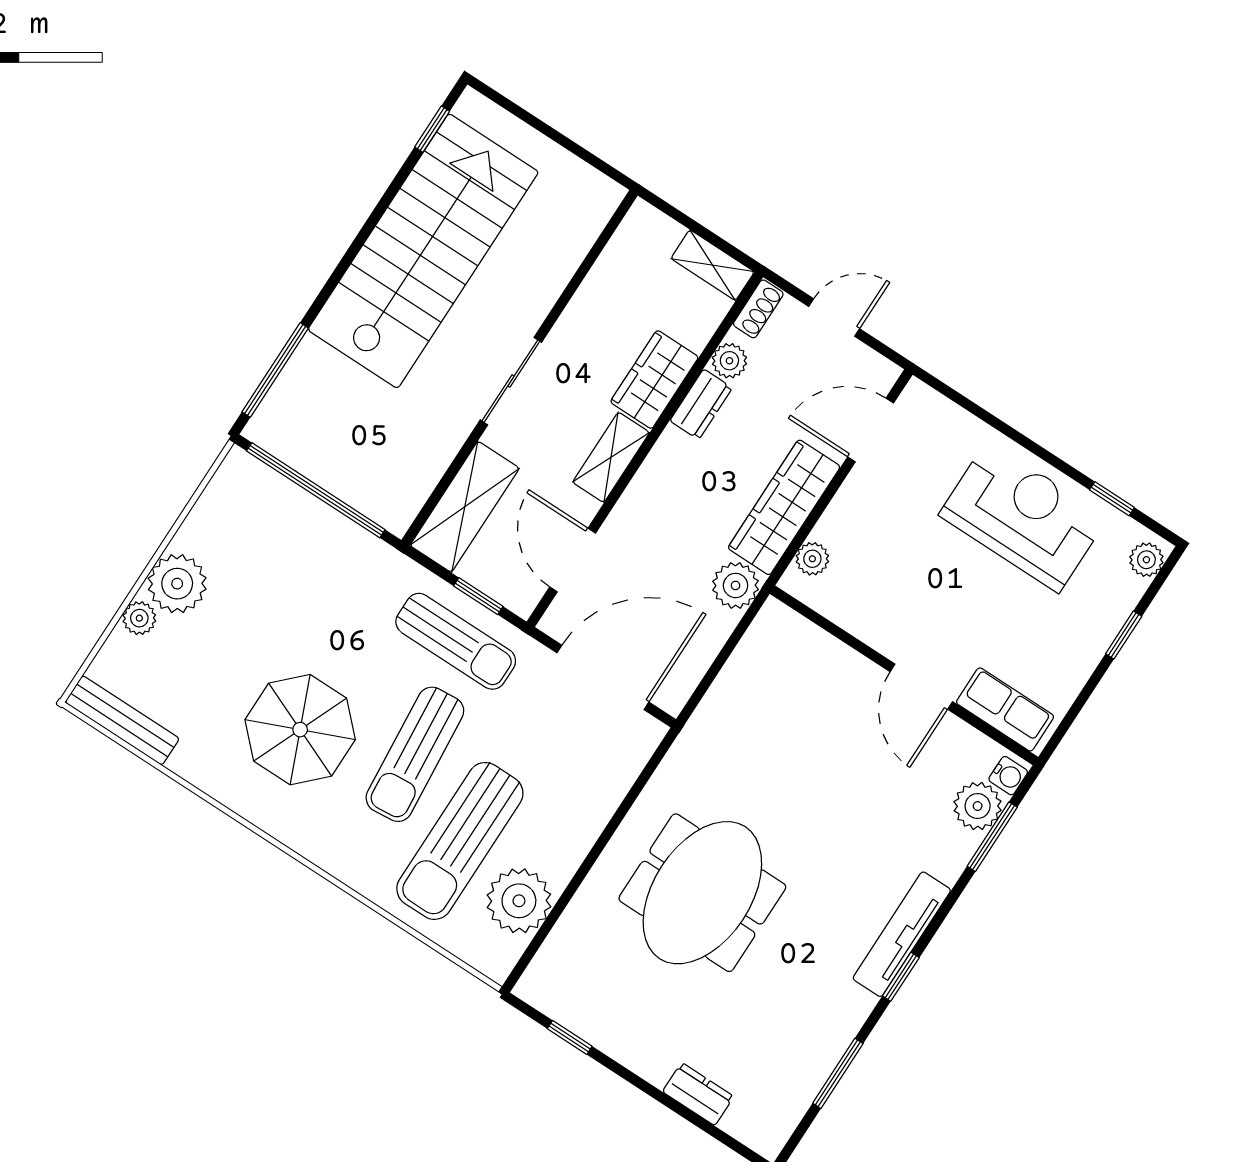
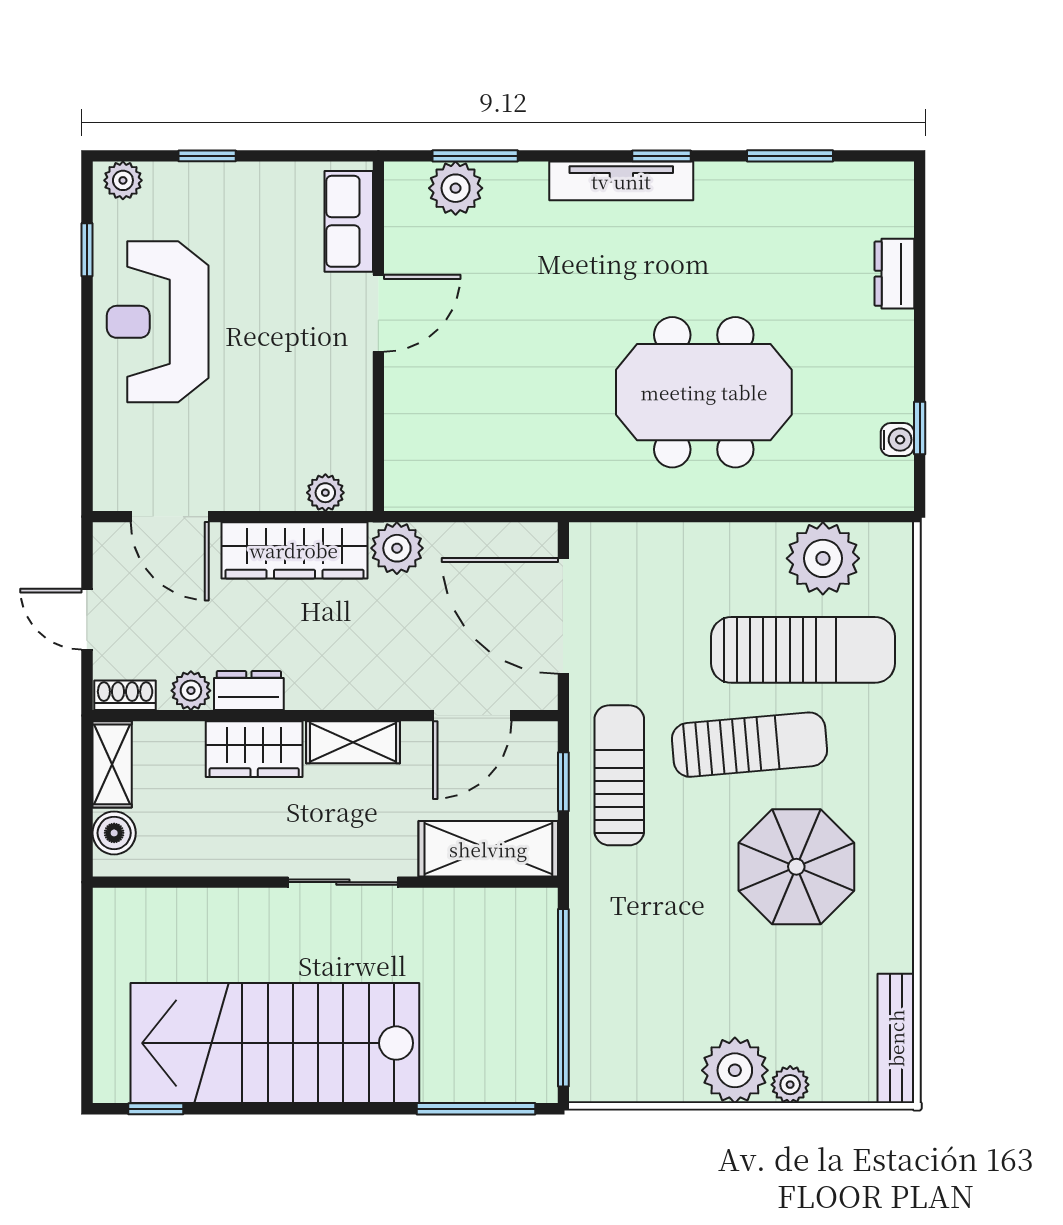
boiler: (660, 233) -> (114, 833), added
water cooler: (1008, 776) -> (897, 440), moved, turned 90

